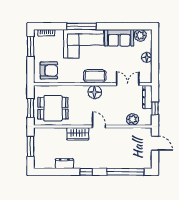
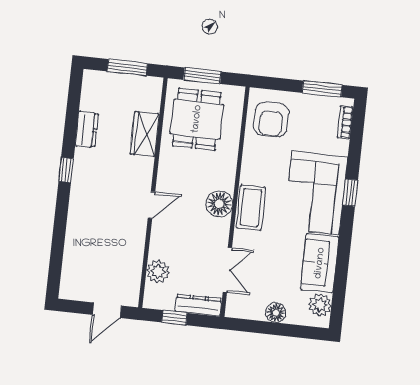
window: (82, 26) -> (350, 193), width x0.46
wardrobe: (78, 134) -> (145, 134), moved
window: (125, 172) -> (58, 247), removed

